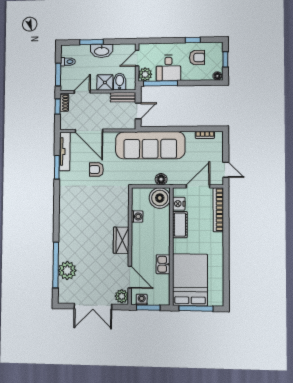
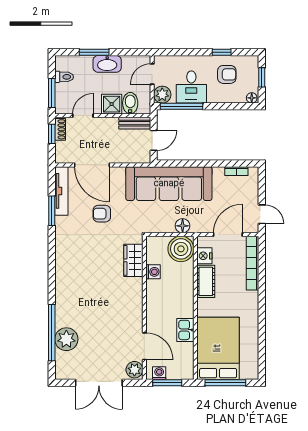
wardrobe: (121, 240) -> (133, 260), moved

